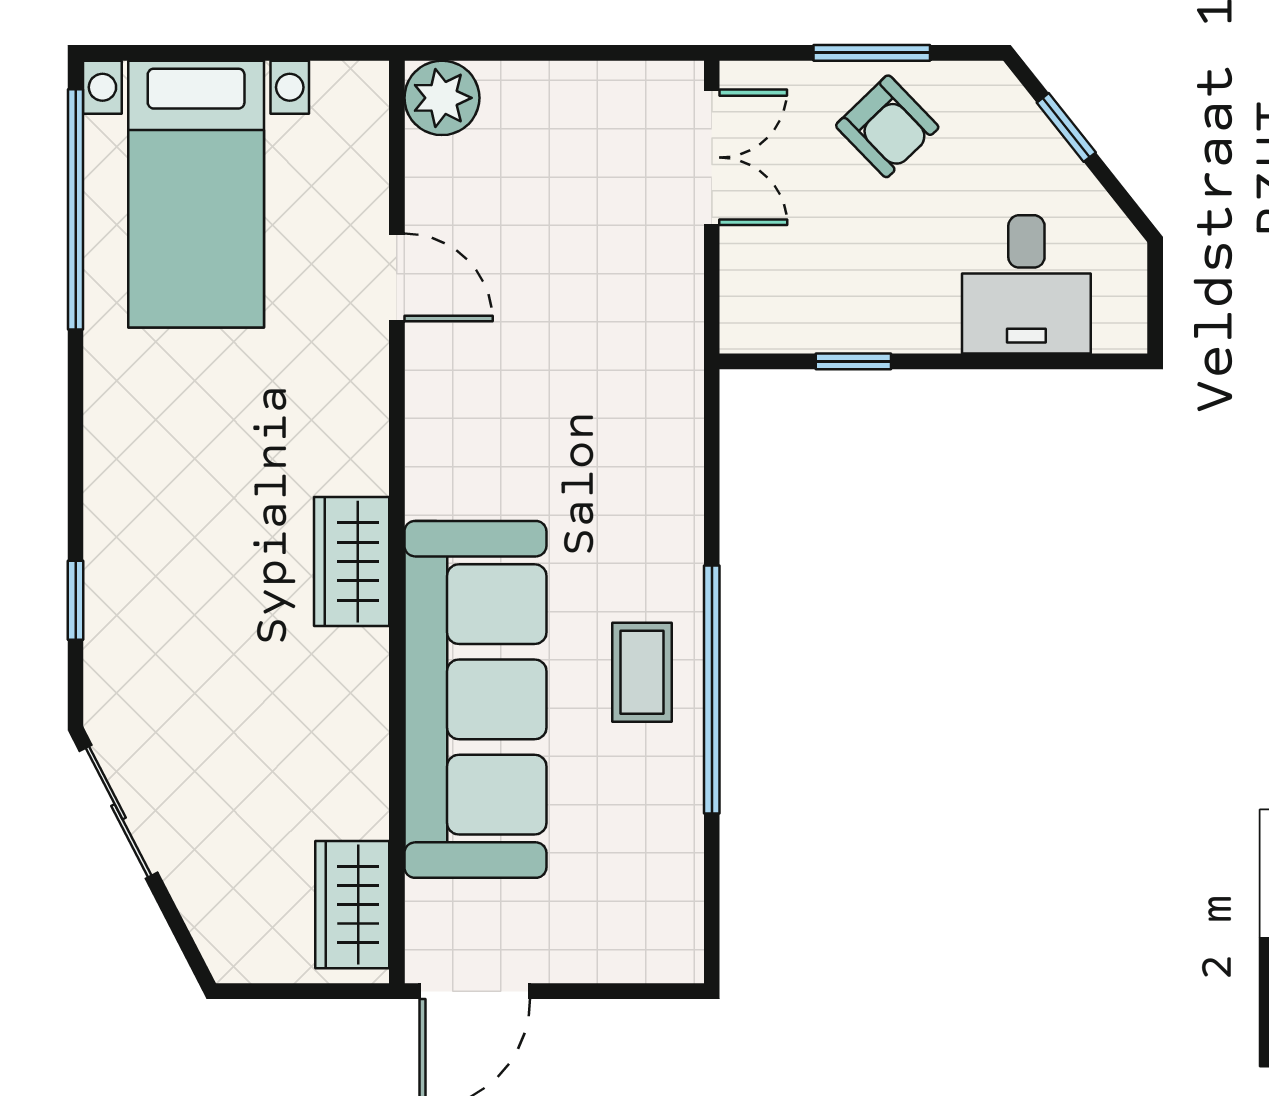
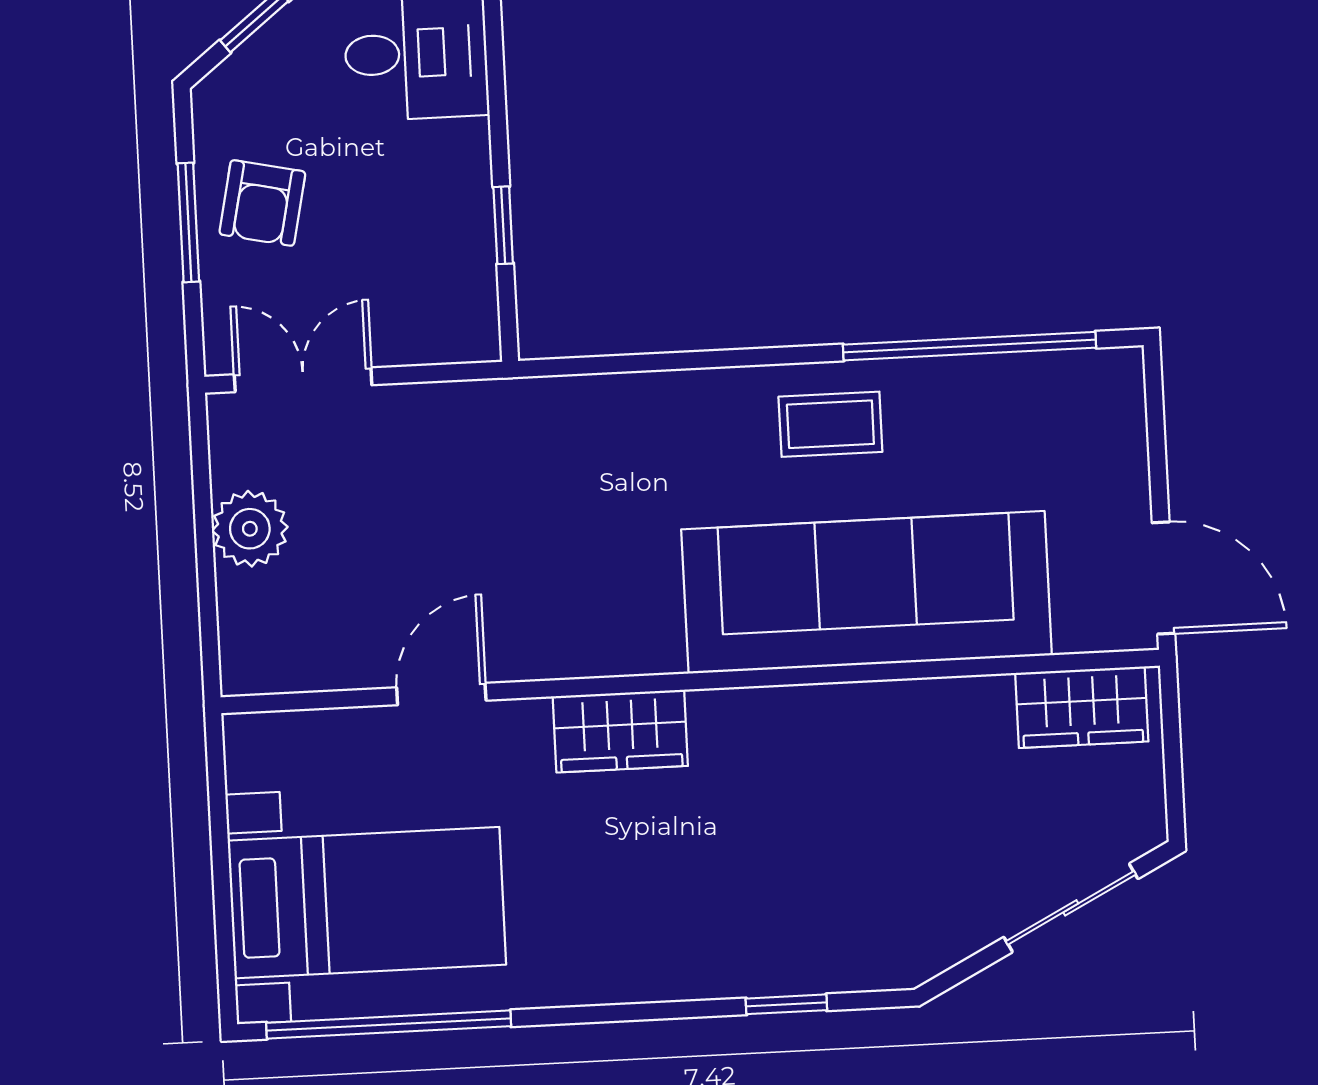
plant: (442, 98) -> (250, 529), moved
armchair: (887, 126) -> (262, 203), turned 146
wardrobe: (352, 562) -> (620, 731), moved
window: (712, 690) -> (970, 346), moved
sliding door: (119, 812) -> (1071, 908), moved

